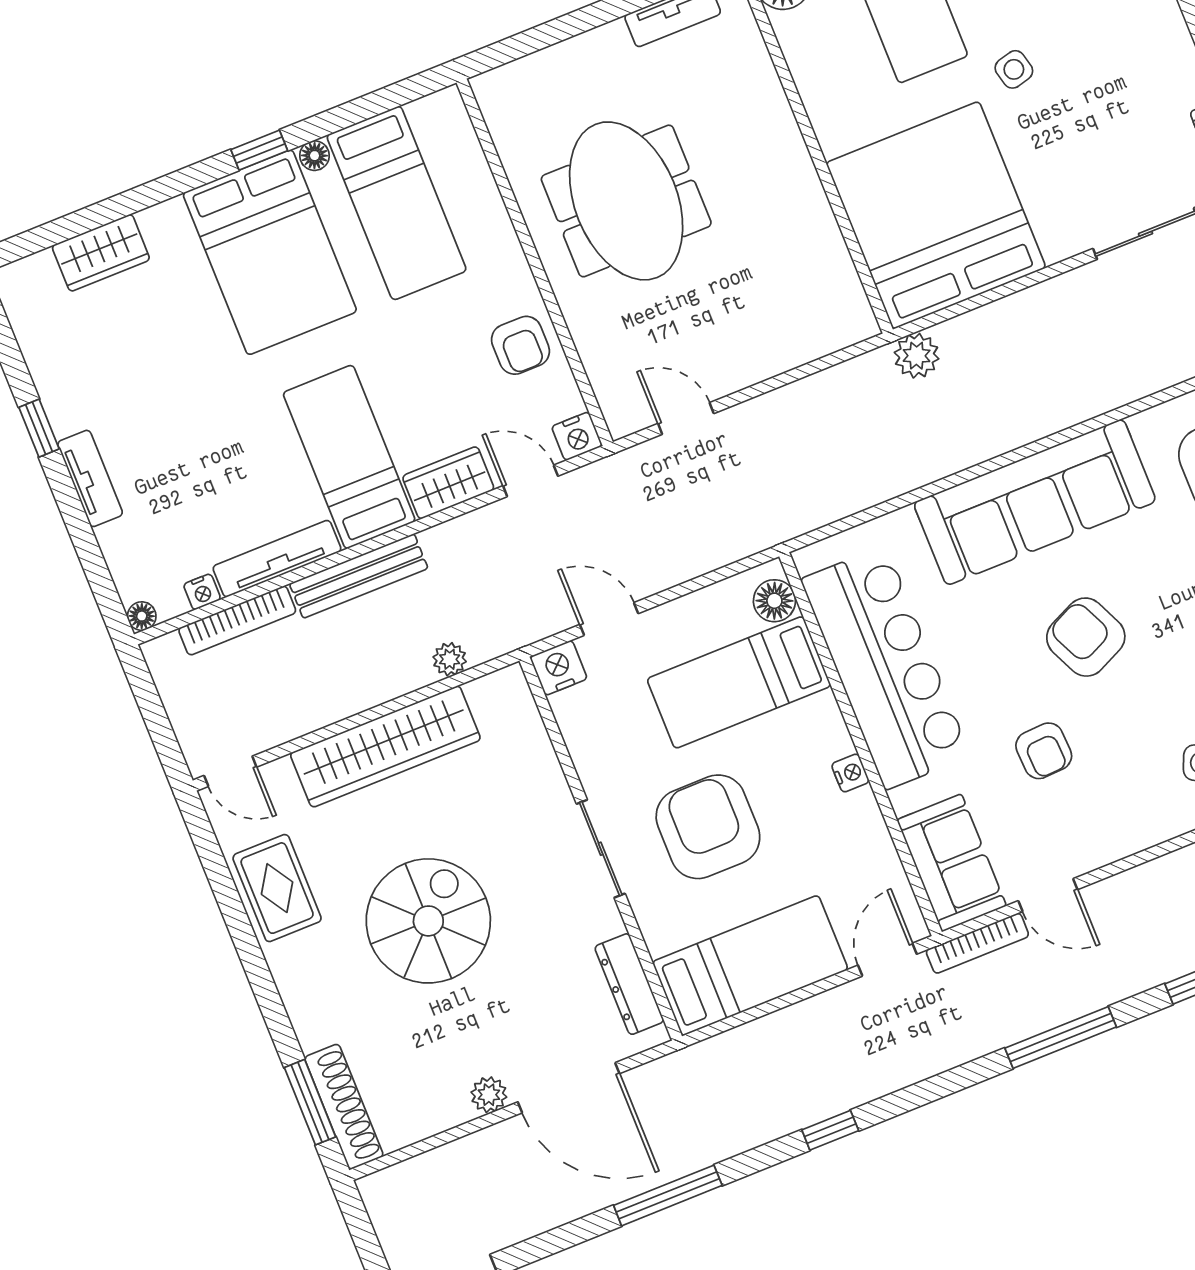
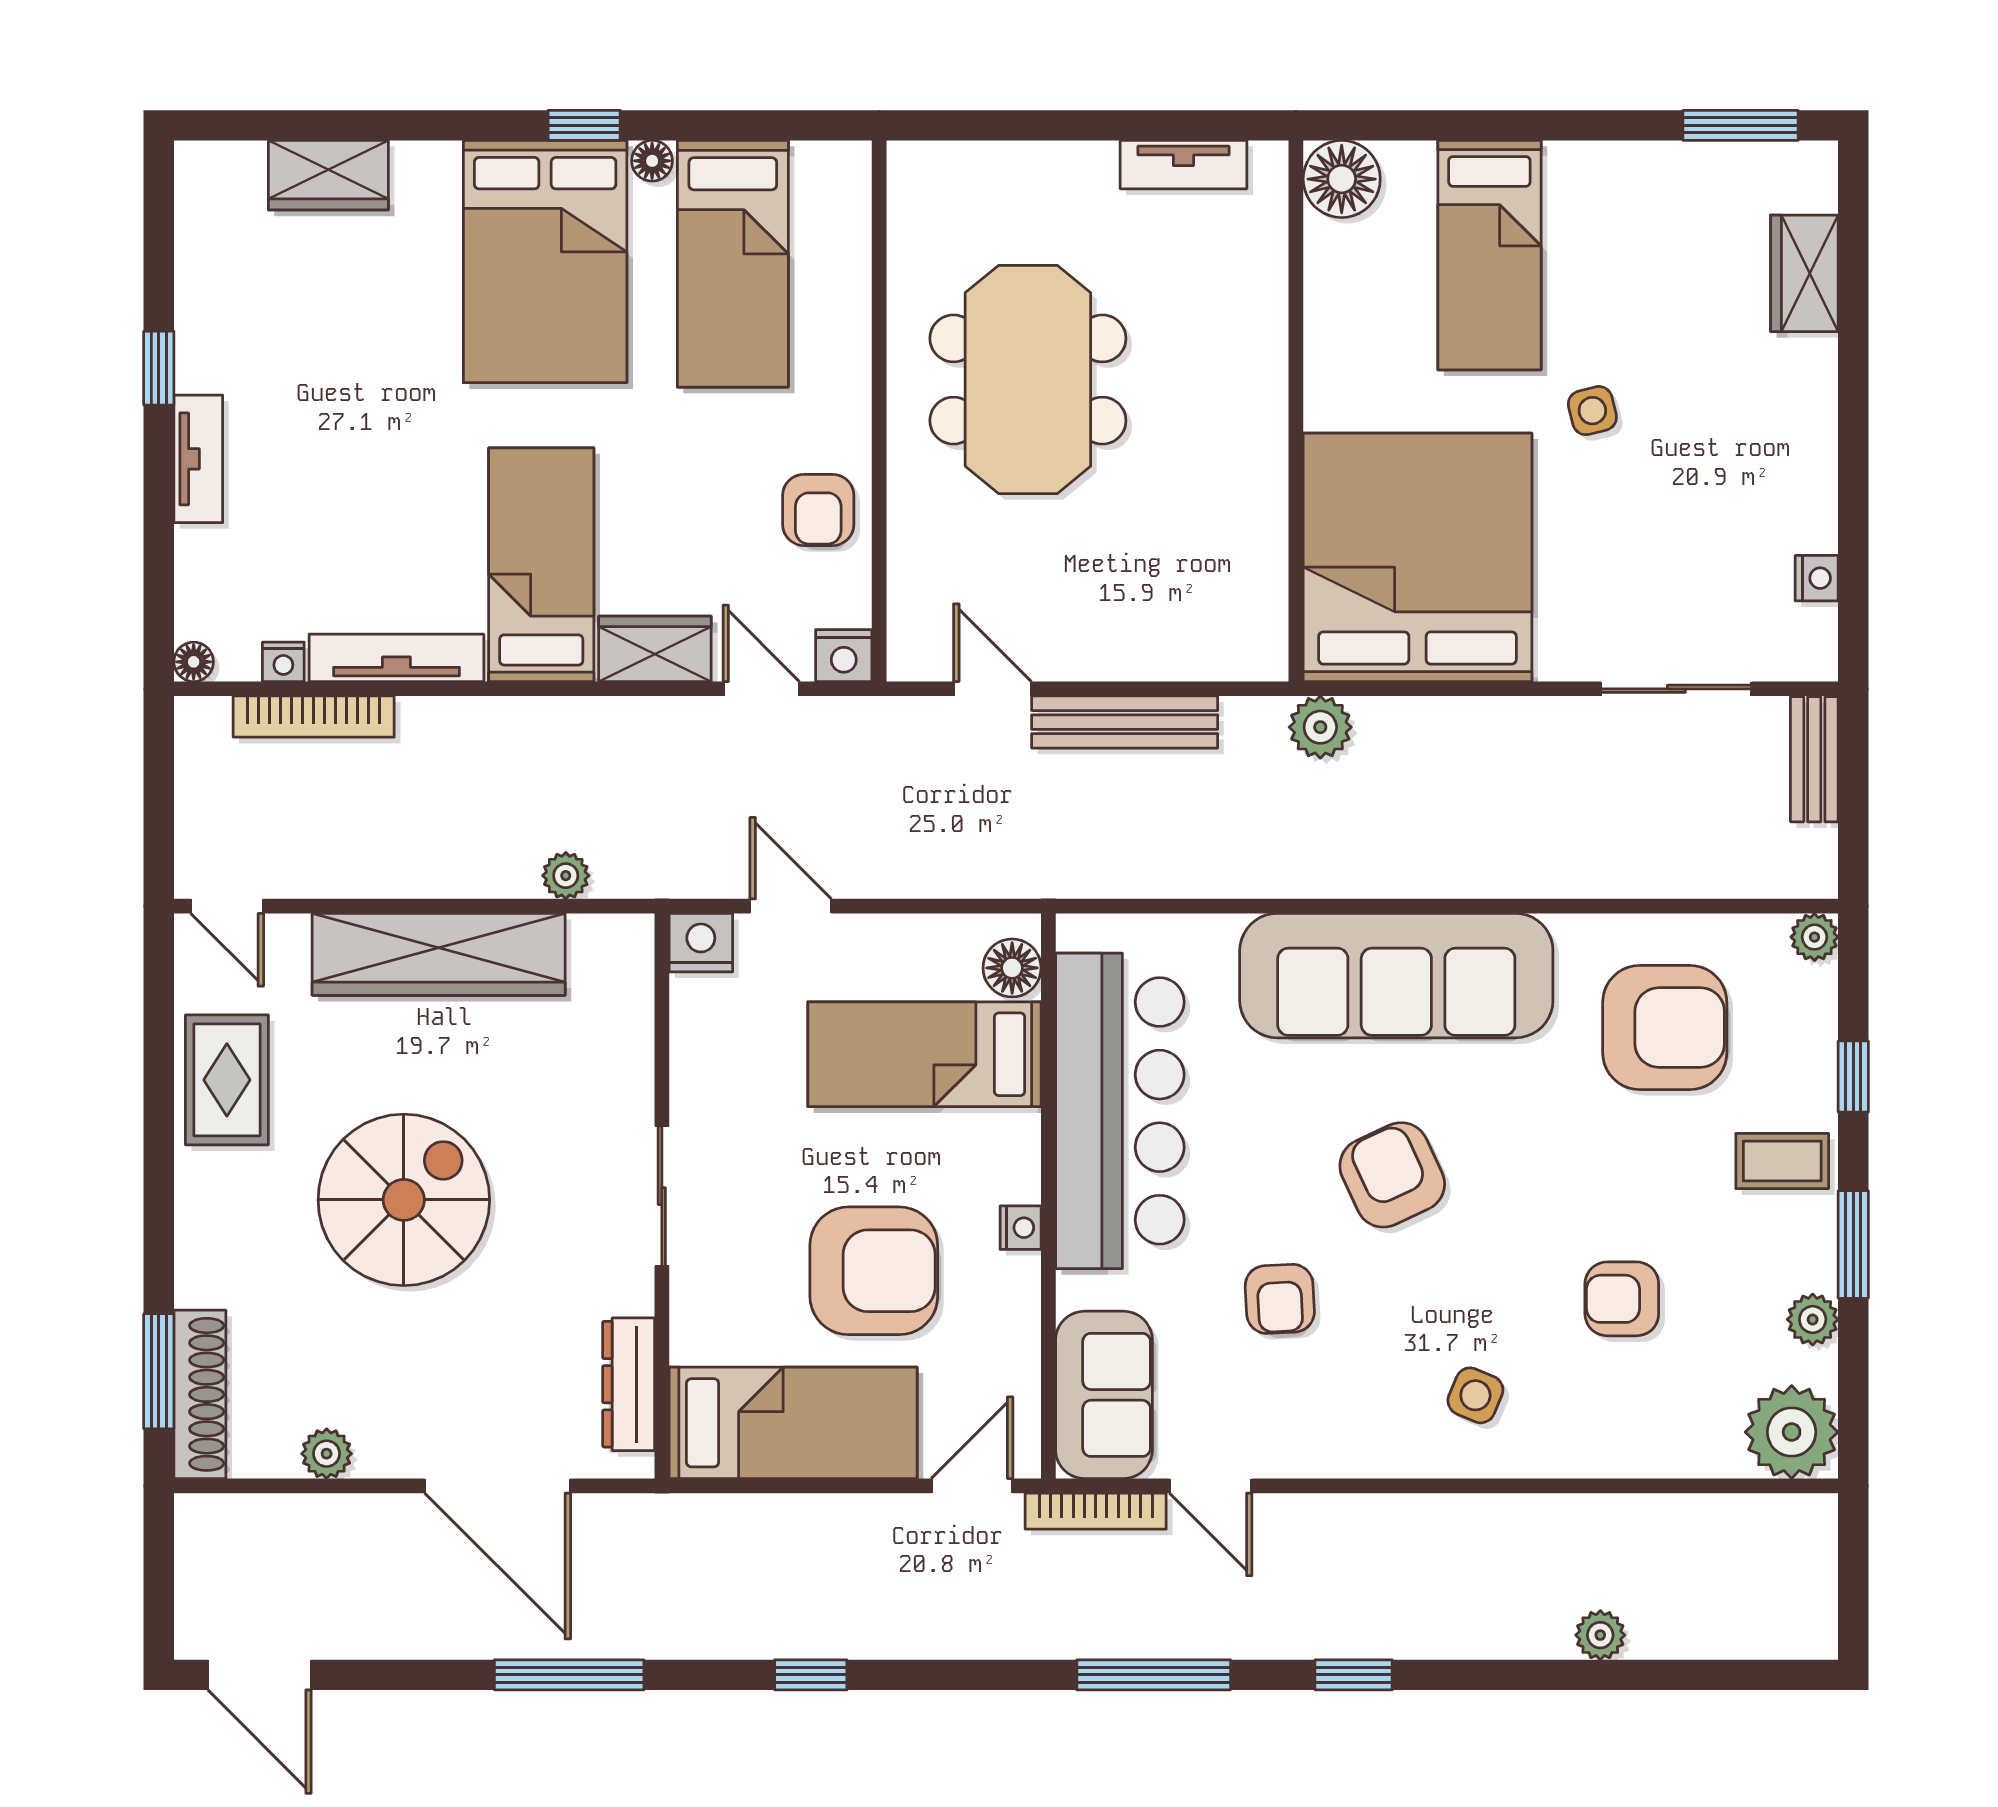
bench: (359, 576) -> (1125, 722), moved
armchair: (708, 827) -> (874, 1271), moved, turned 90
plant: (489, 1095) -> (327, 1454), moved

